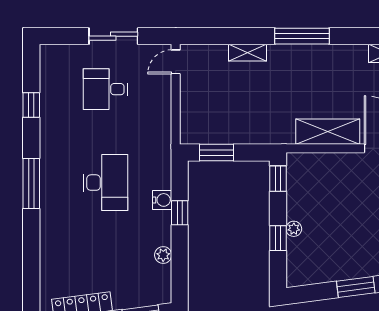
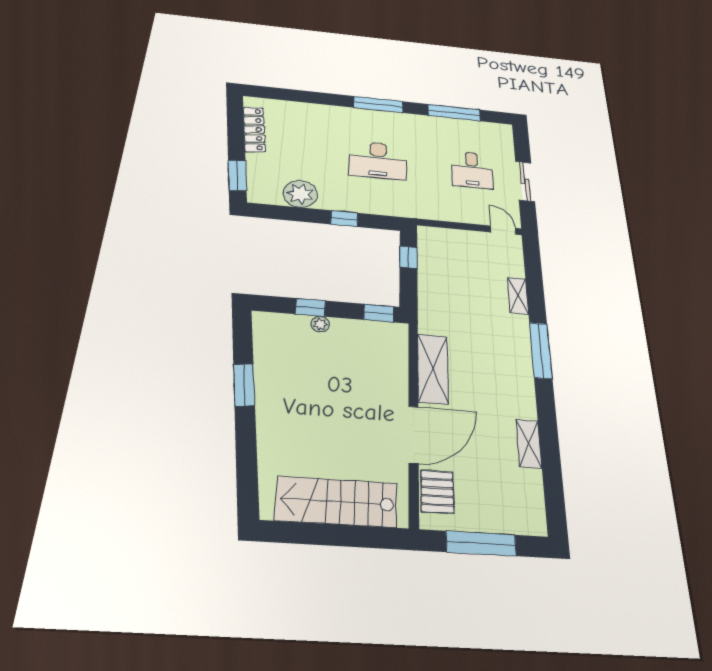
desk: (105, 89) -> (472, 170), turned 180
window: (31, 105) -> (454, 113), width x2.17
window: (216, 152) -> (409, 257), width x0.67
water cooler: (162, 200) -> (359, 205), removed
plant: (163, 255) -> (300, 194), width x1.87, depth x1.87

